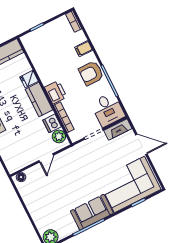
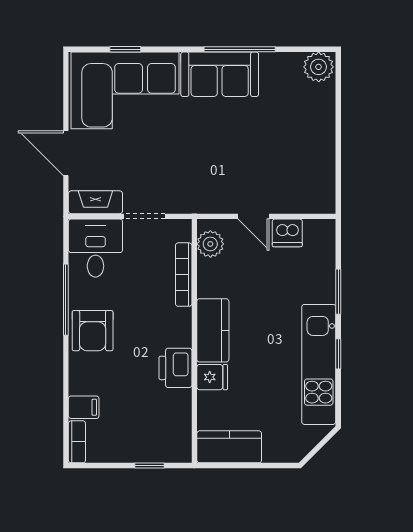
filing cabinet: (84, 49) -> (84, 407), moved
armchair: (91, 73) -> (93, 331), turned 90
printer: (56, 92) -> (175, 368), moved
dishwasher: (52, 123) -> (287, 233), moved, turned 90
door: (46, 158) -> (254, 216), swing flipped
floor lamp: (21, 177) -> (317, 204), removed

